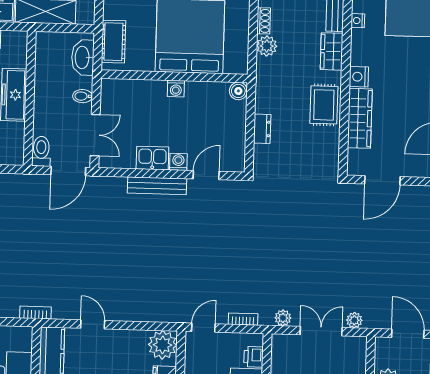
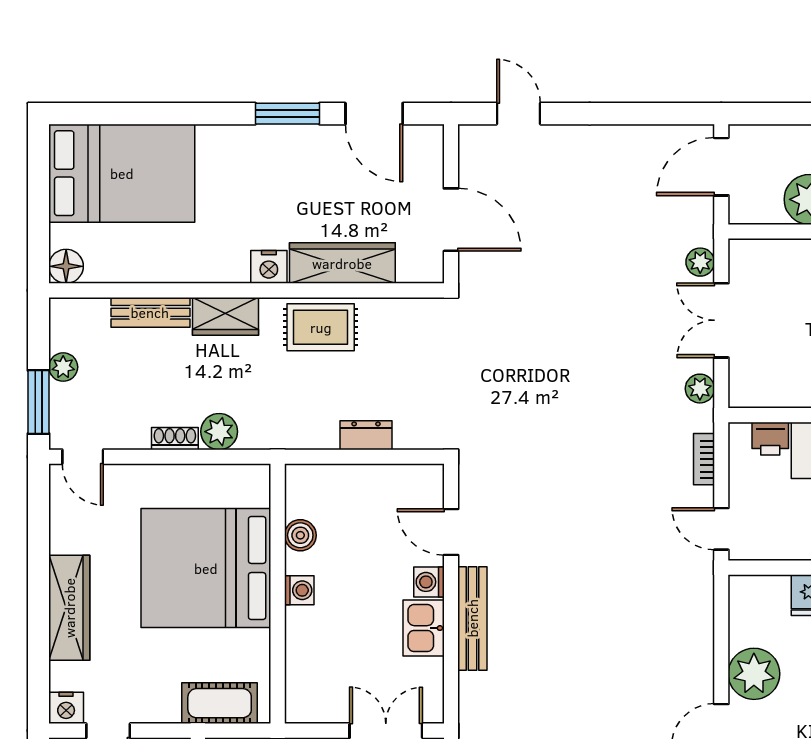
nightstand: (358, 21) -> (169, 272), removed
boiler: (238, 91) -> (300, 535), moved
plant: (163, 345) -> (754, 674), moved

